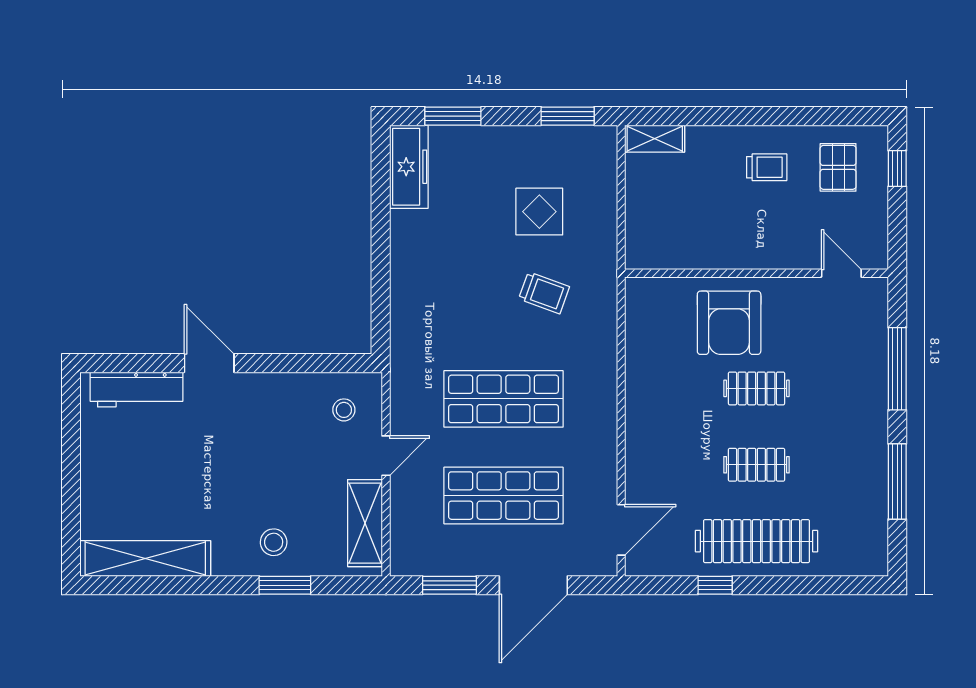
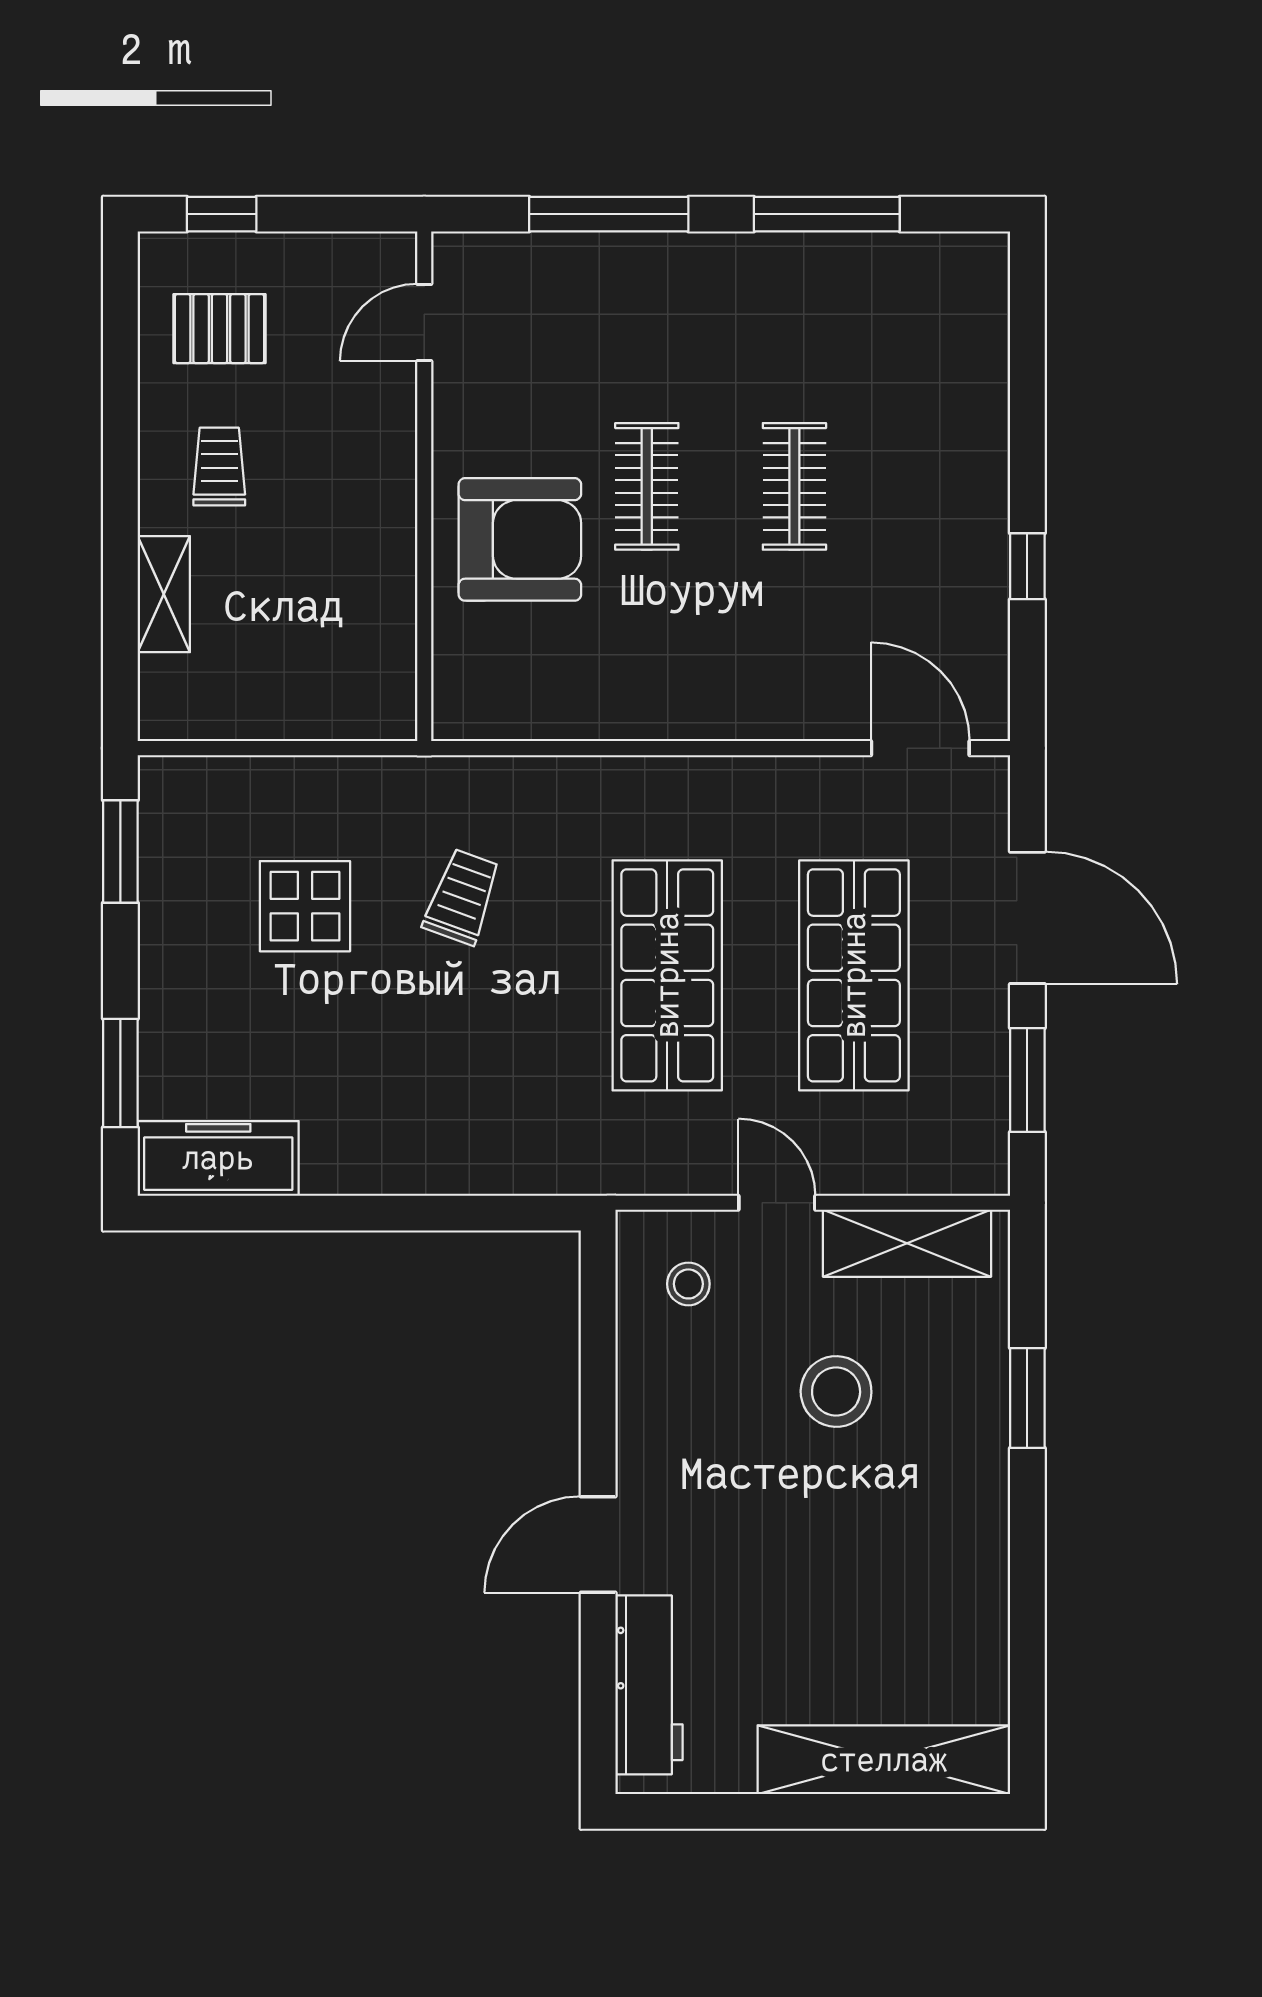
shelving: (655, 139) -> (164, 594), moved
clothes rail: (757, 541) -> (942, 486), removed
stool: (274, 542) -> (836, 1391), moved, width x1.38, depth x1.38
shelving: (145, 558) -> (884, 1760), moved, turned 90

